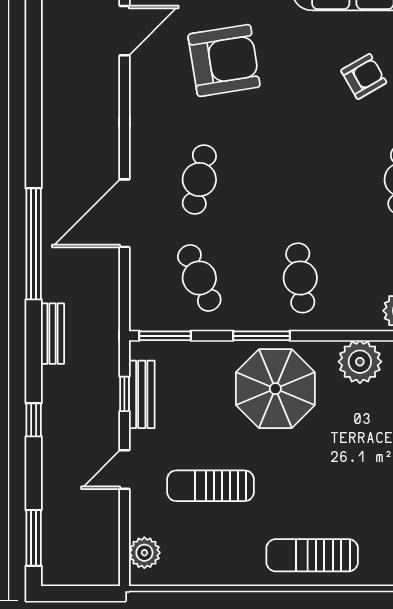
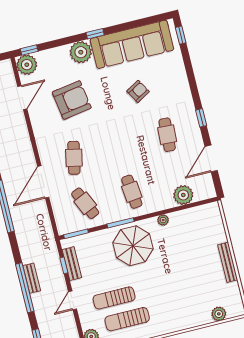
bench: (53, 334) -> (32, 278), moved
plant: (360, 362) -> (163, 220), width x0.53, depth x0.53
window: (34, 420) -> (25, 288), width x3.17
sun lounger: (312, 555) -> (127, 319), moved

